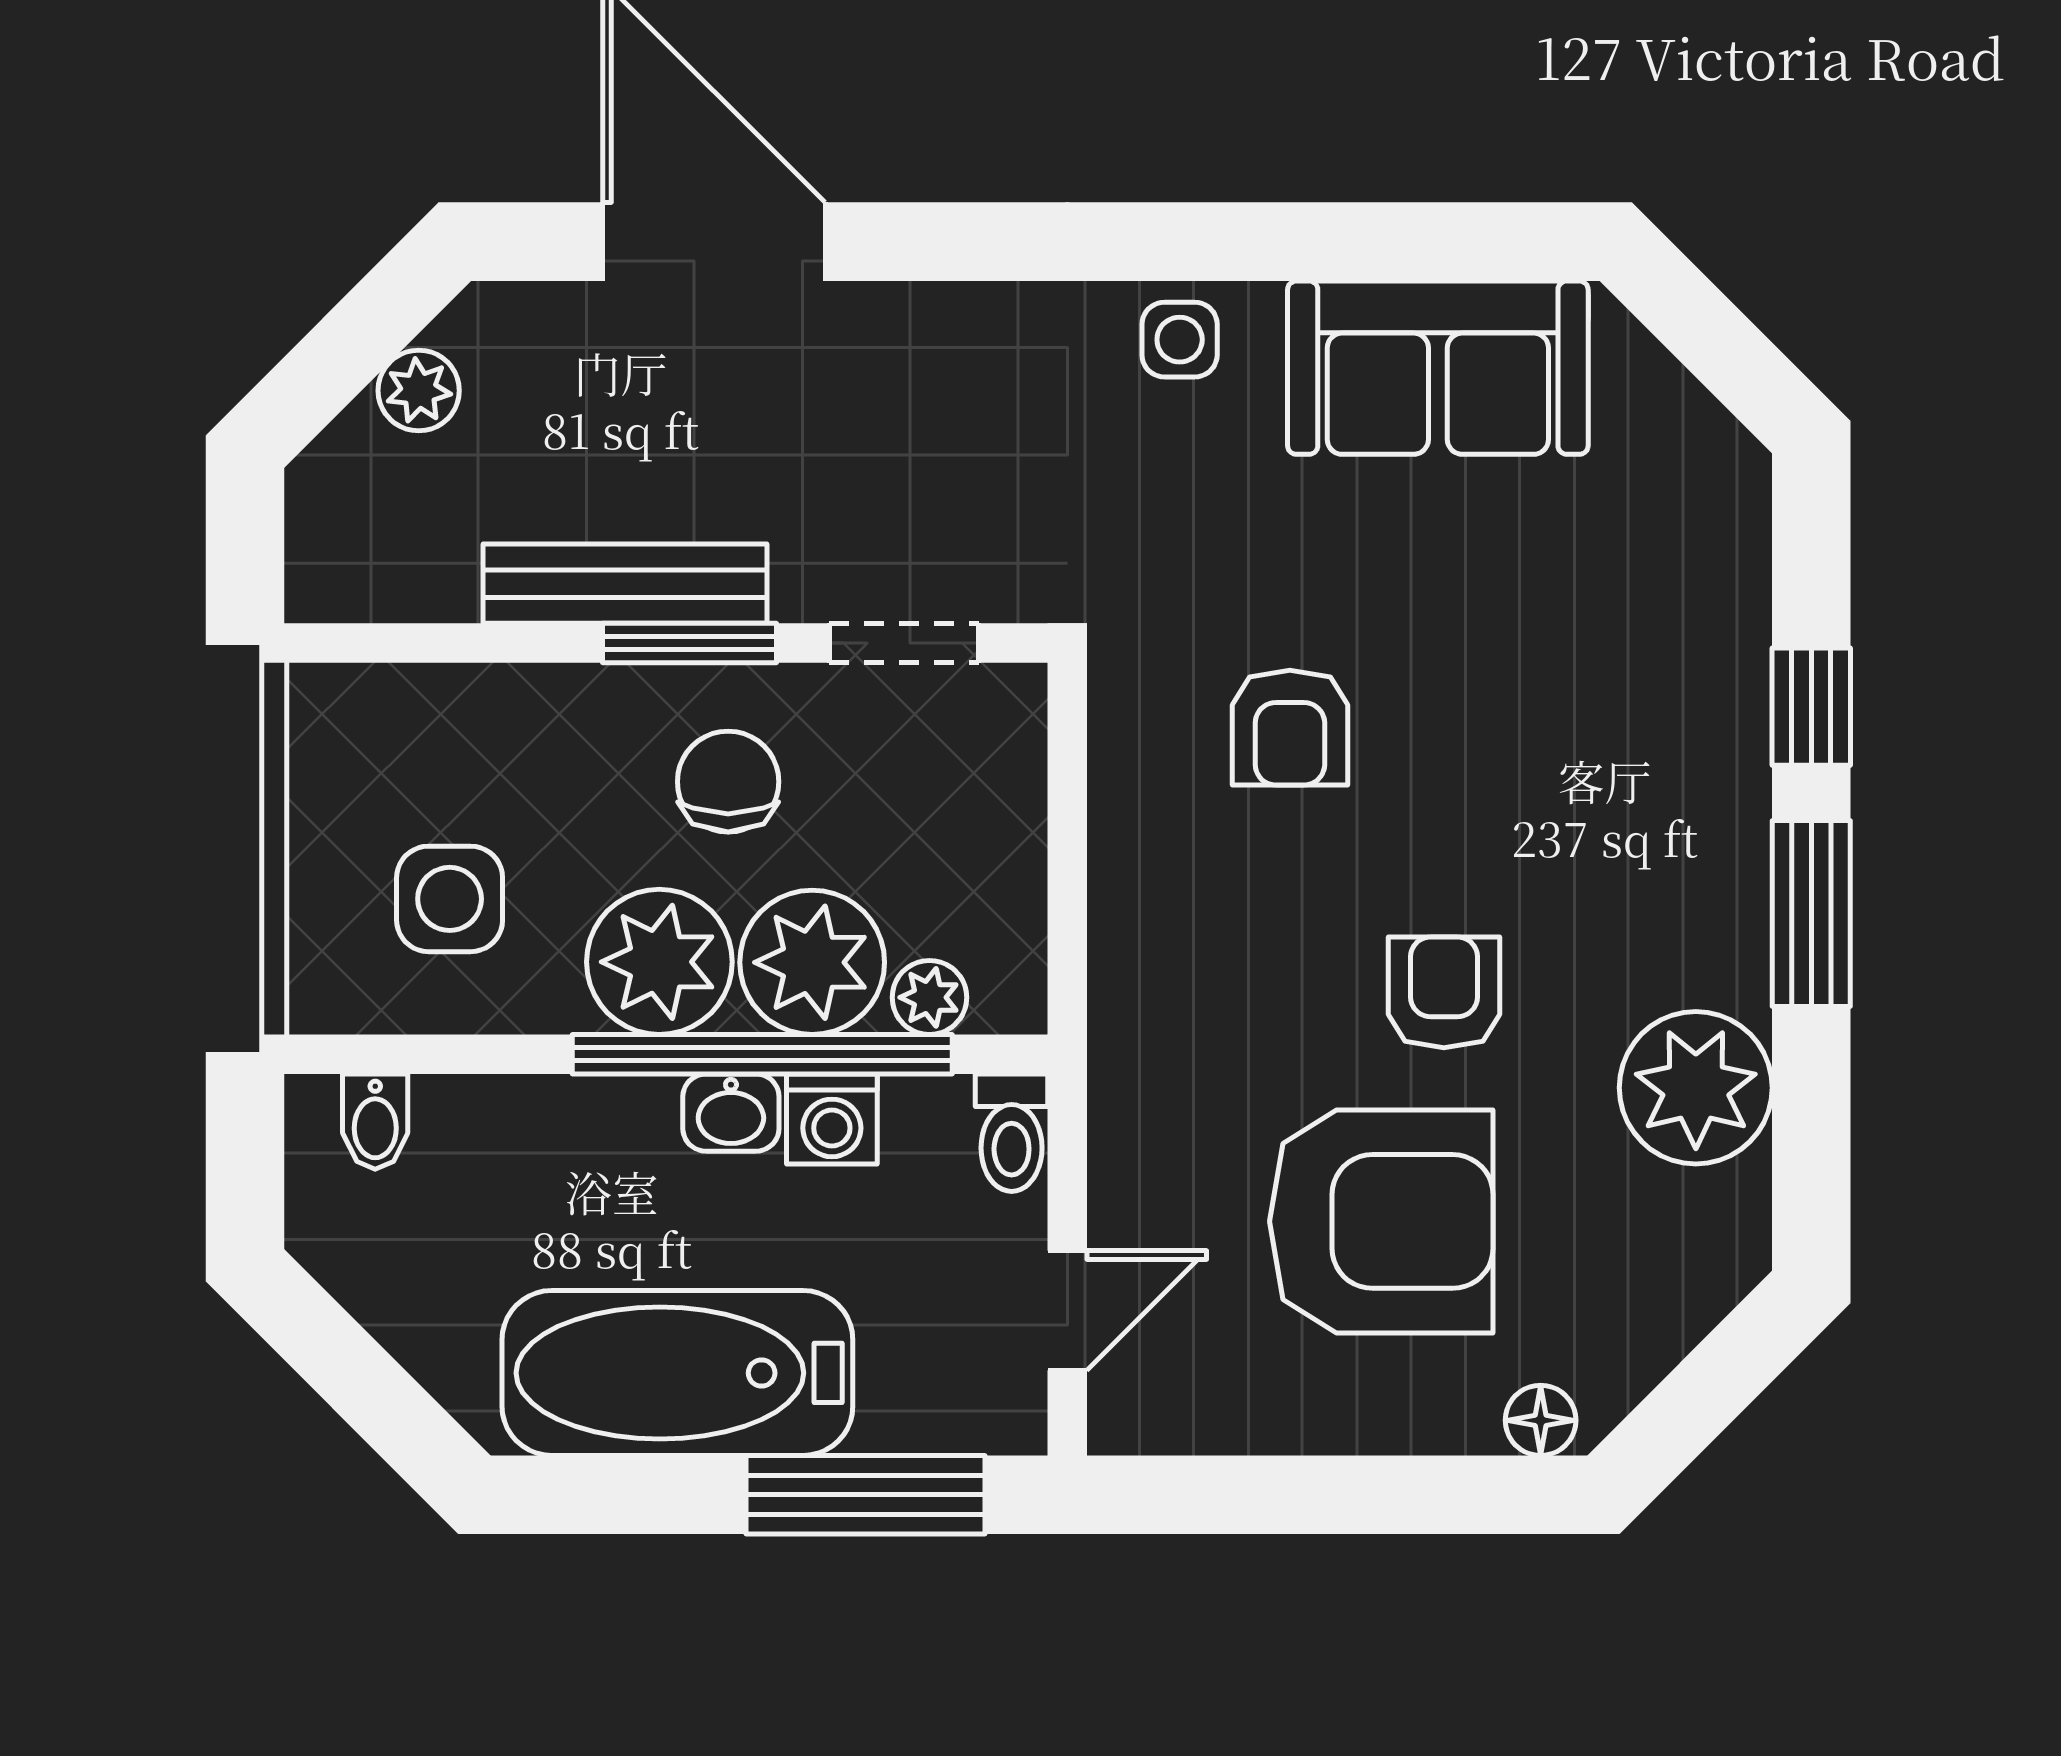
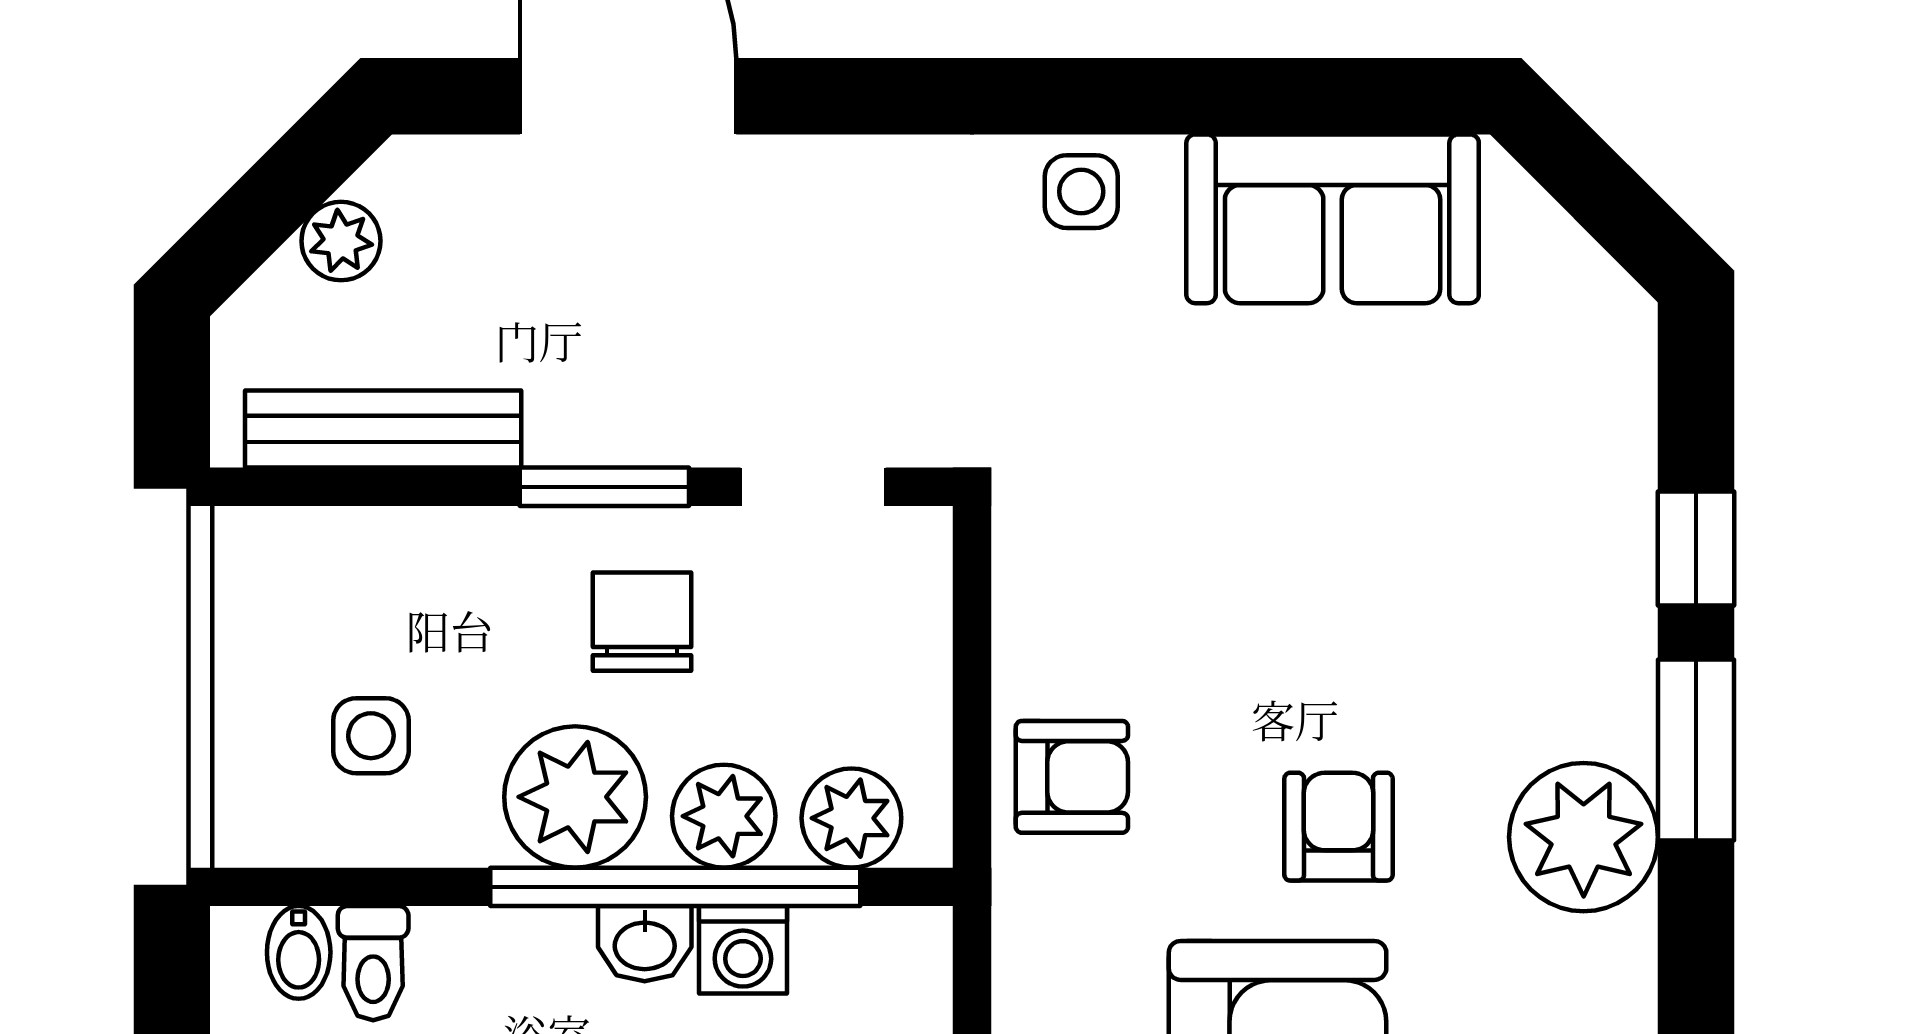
bench: (625, 584) -> (383, 429), moved
armchair: (1290, 728) -> (1072, 777), moved, turned -90
side table: (450, 899) -> (371, 736), width x0.73, depth x0.73
plant: (812, 962) -> (724, 816), width x0.73, depth x0.73
plant: (929, 997) -> (851, 818), width x1.38, depth x1.38
plant: (1696, 1088) -> (1584, 837), moved
toilet: (1012, 1133) -> (373, 963), moved

